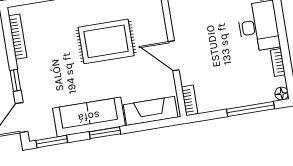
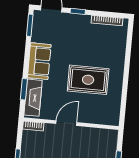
rug: (106, 41) -> (88, 80), turned 90
sofa: (89, 117) -> (39, 61), width x0.73
window: (105, 133) -> (24, 89), moved

